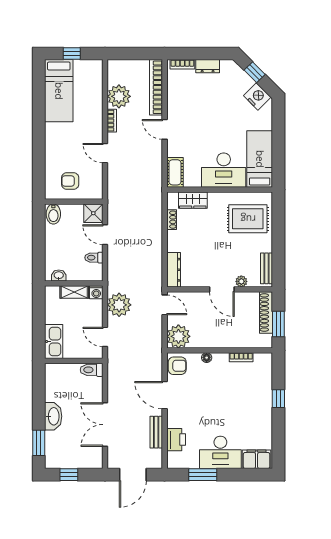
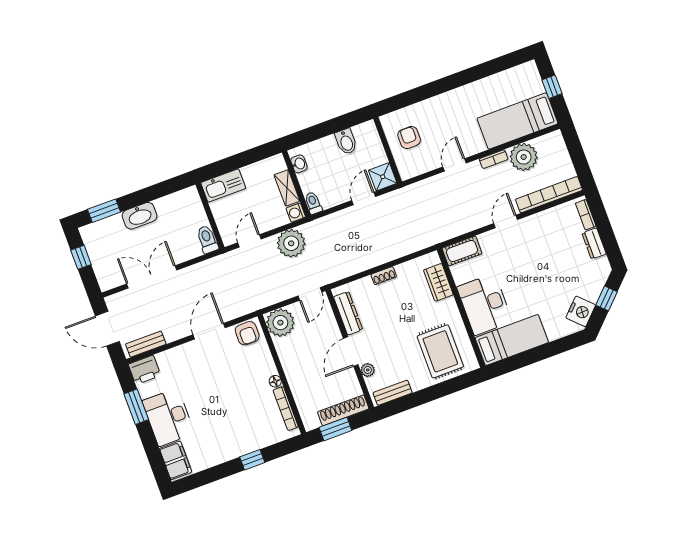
bed: (59, 91) -> (517, 121), moved
bidet: (53, 214) -> (346, 142), moved, turned -90
shoe rack: (172, 220) -> (384, 276), moved
toilet: (94, 258) -> (313, 203), moved
dresser: (174, 270) -> (348, 313), moved, turned -90
bookcase: (241, 357) -> (286, 408), width x1.56
floor lamp: (207, 358) -> (275, 381), moved
bench: (156, 432) -> (146, 344), moved
printer: (176, 440) -> (144, 370), moved

